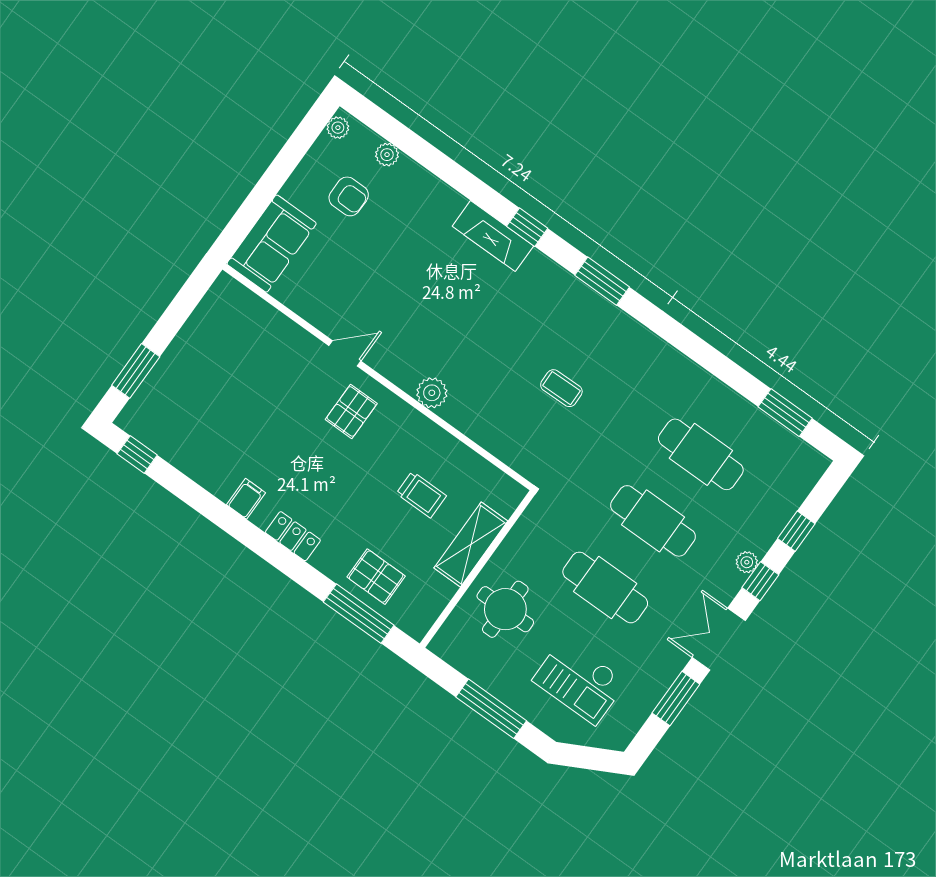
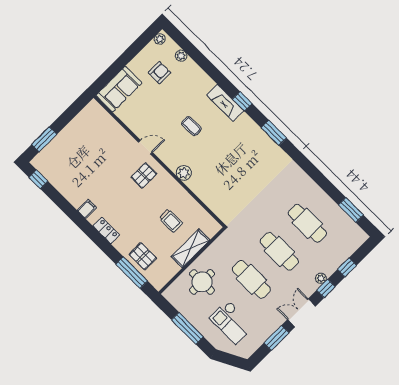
armchair: (349, 196) -> (159, 73), turned -90
coffee table: (561, 388) -> (191, 126), moved

